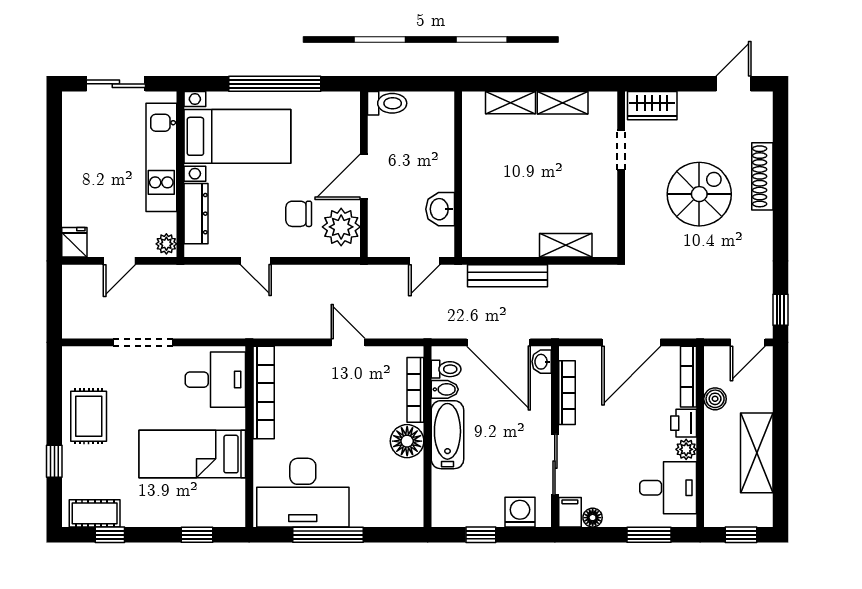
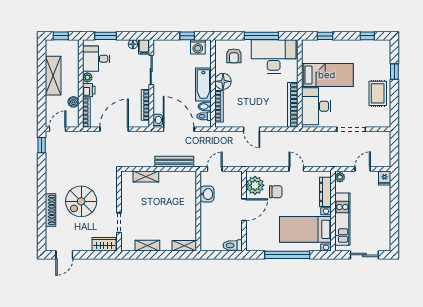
shelving: (511, 103) -> (184, 246), moved
desk: (215, 380) -> (316, 106), width x1.37
armchair: (385, 494) -> (234, 56), added
washing machine: (520, 512) -> (198, 47), moved
cot: (95, 513) -> (375, 46), removed

